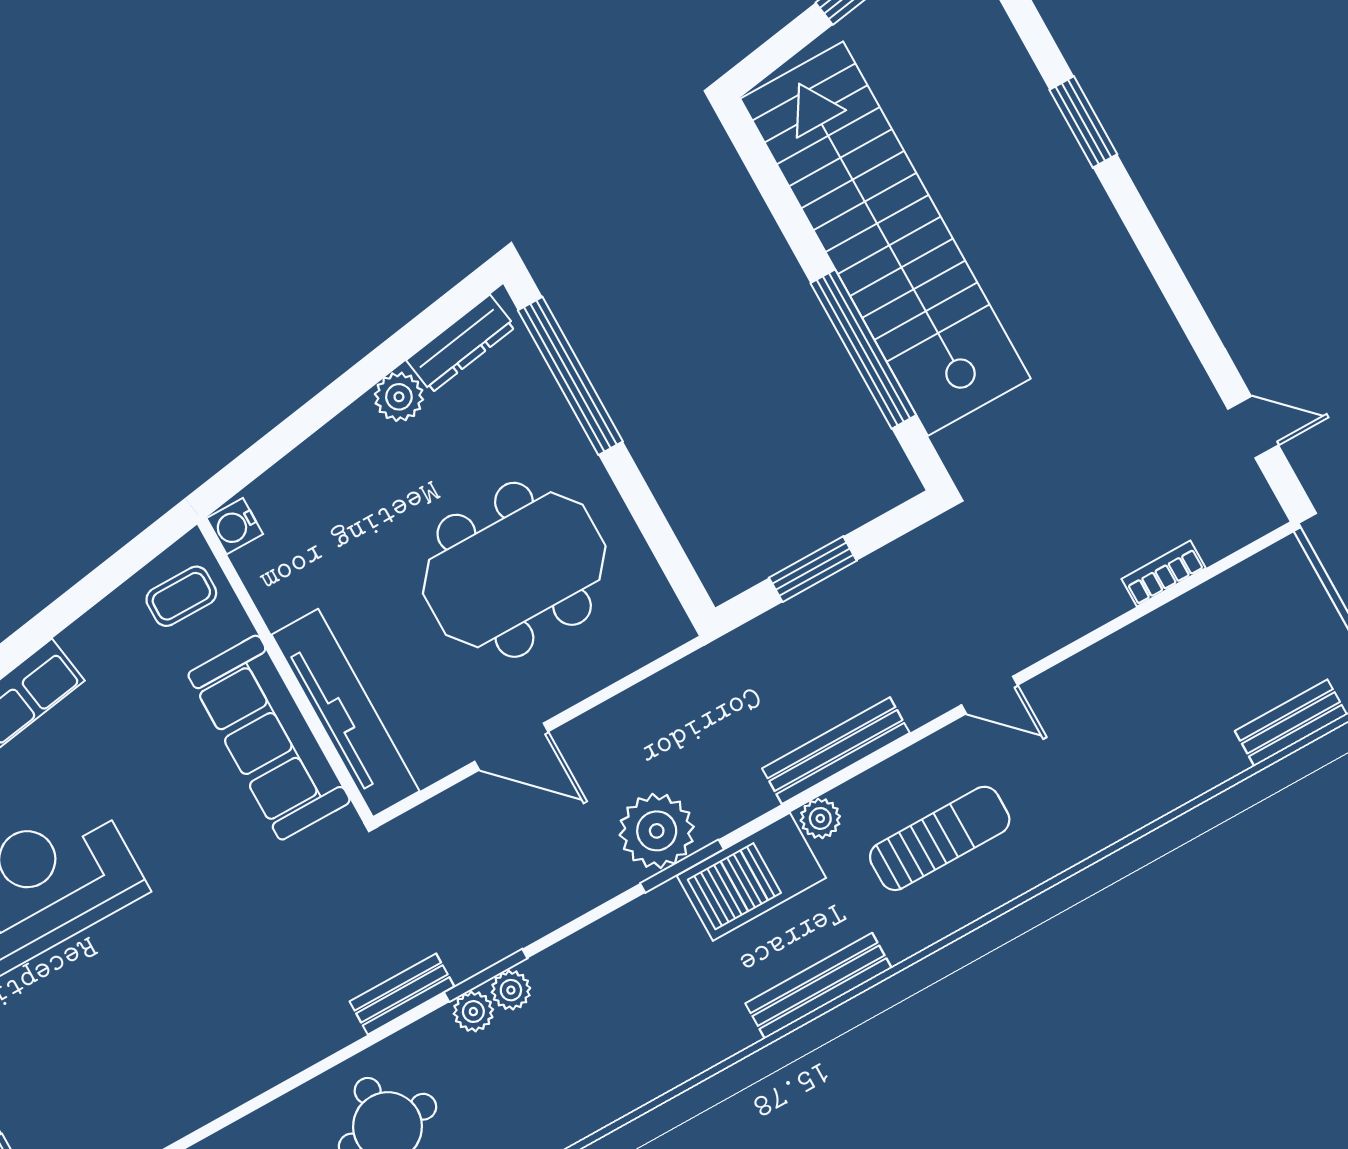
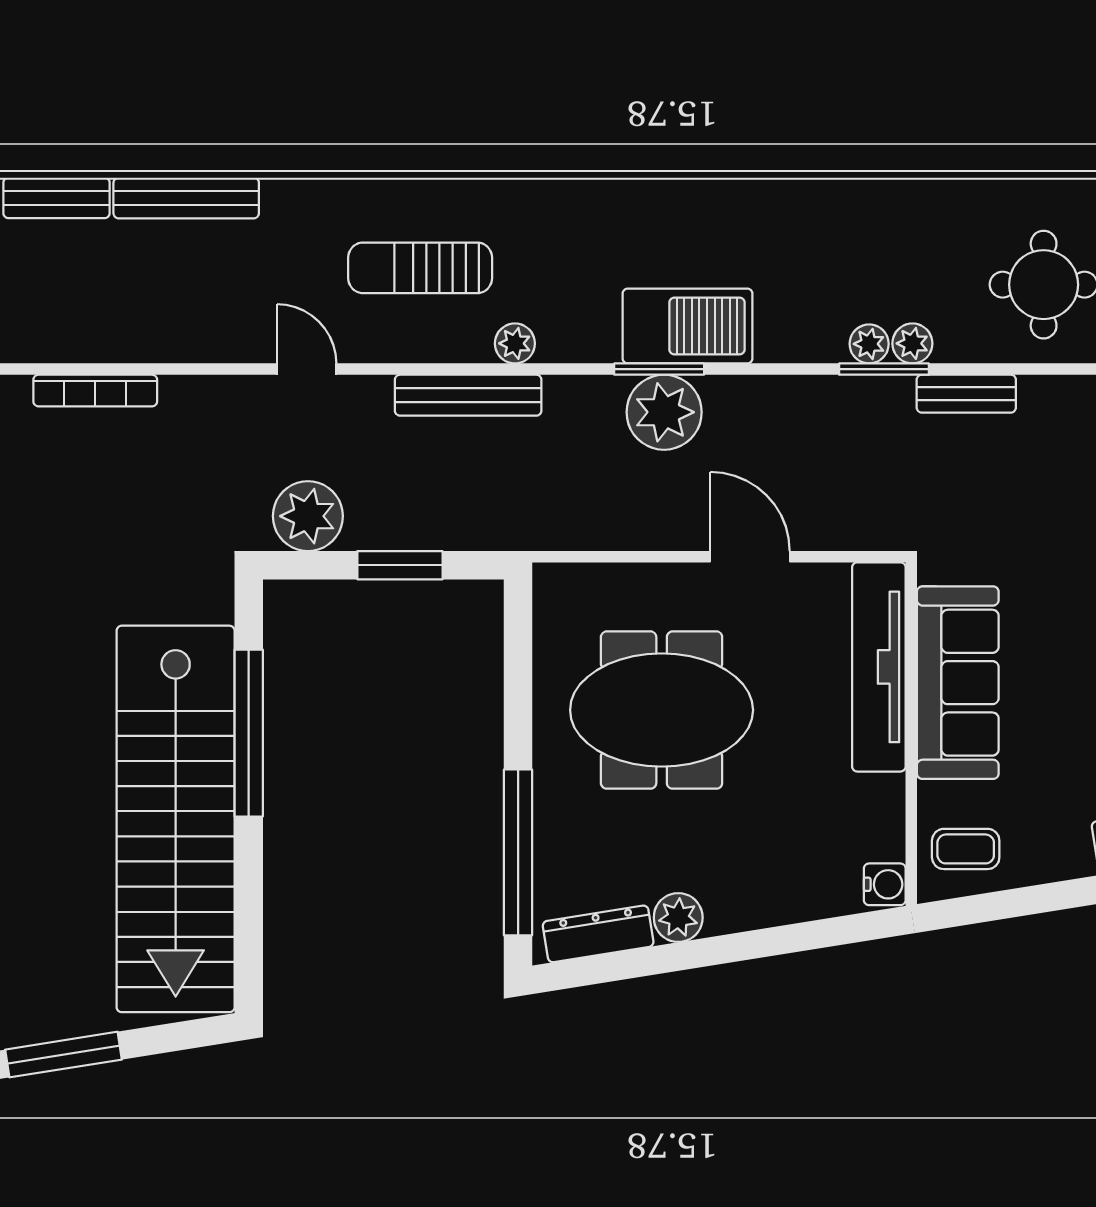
plant: (917, 567) -> (308, 516), added
bookcase: (1164, 574) -> (95, 391), width x1.56
barbecue: (751, 877) -> (688, 326), moved
bench: (819, 986) -> (186, 198), moved

